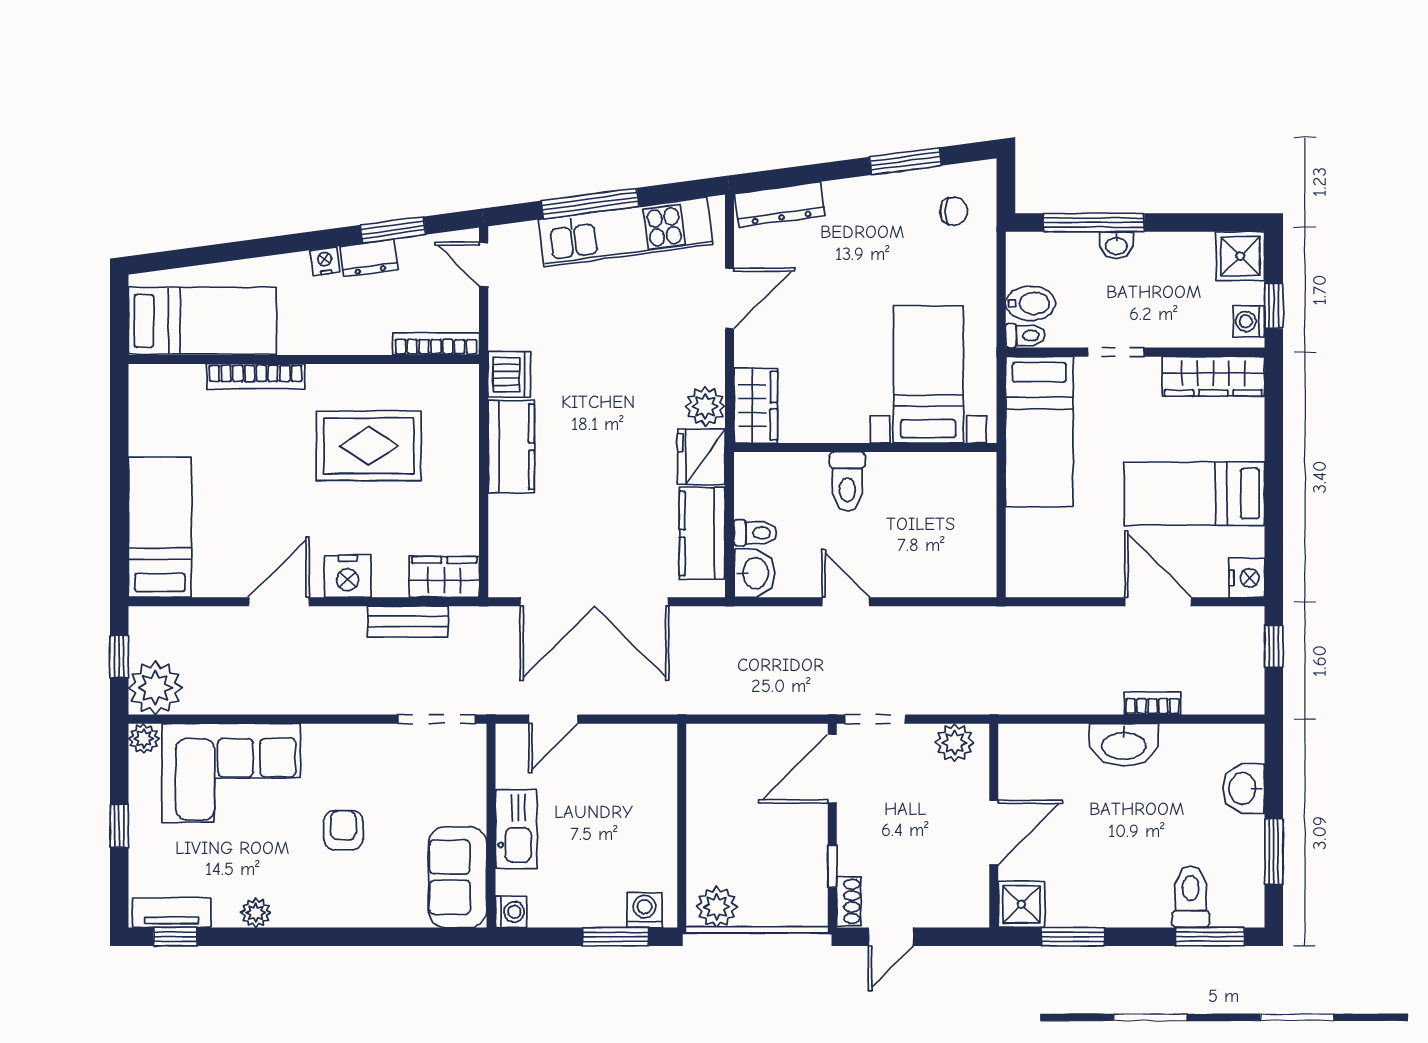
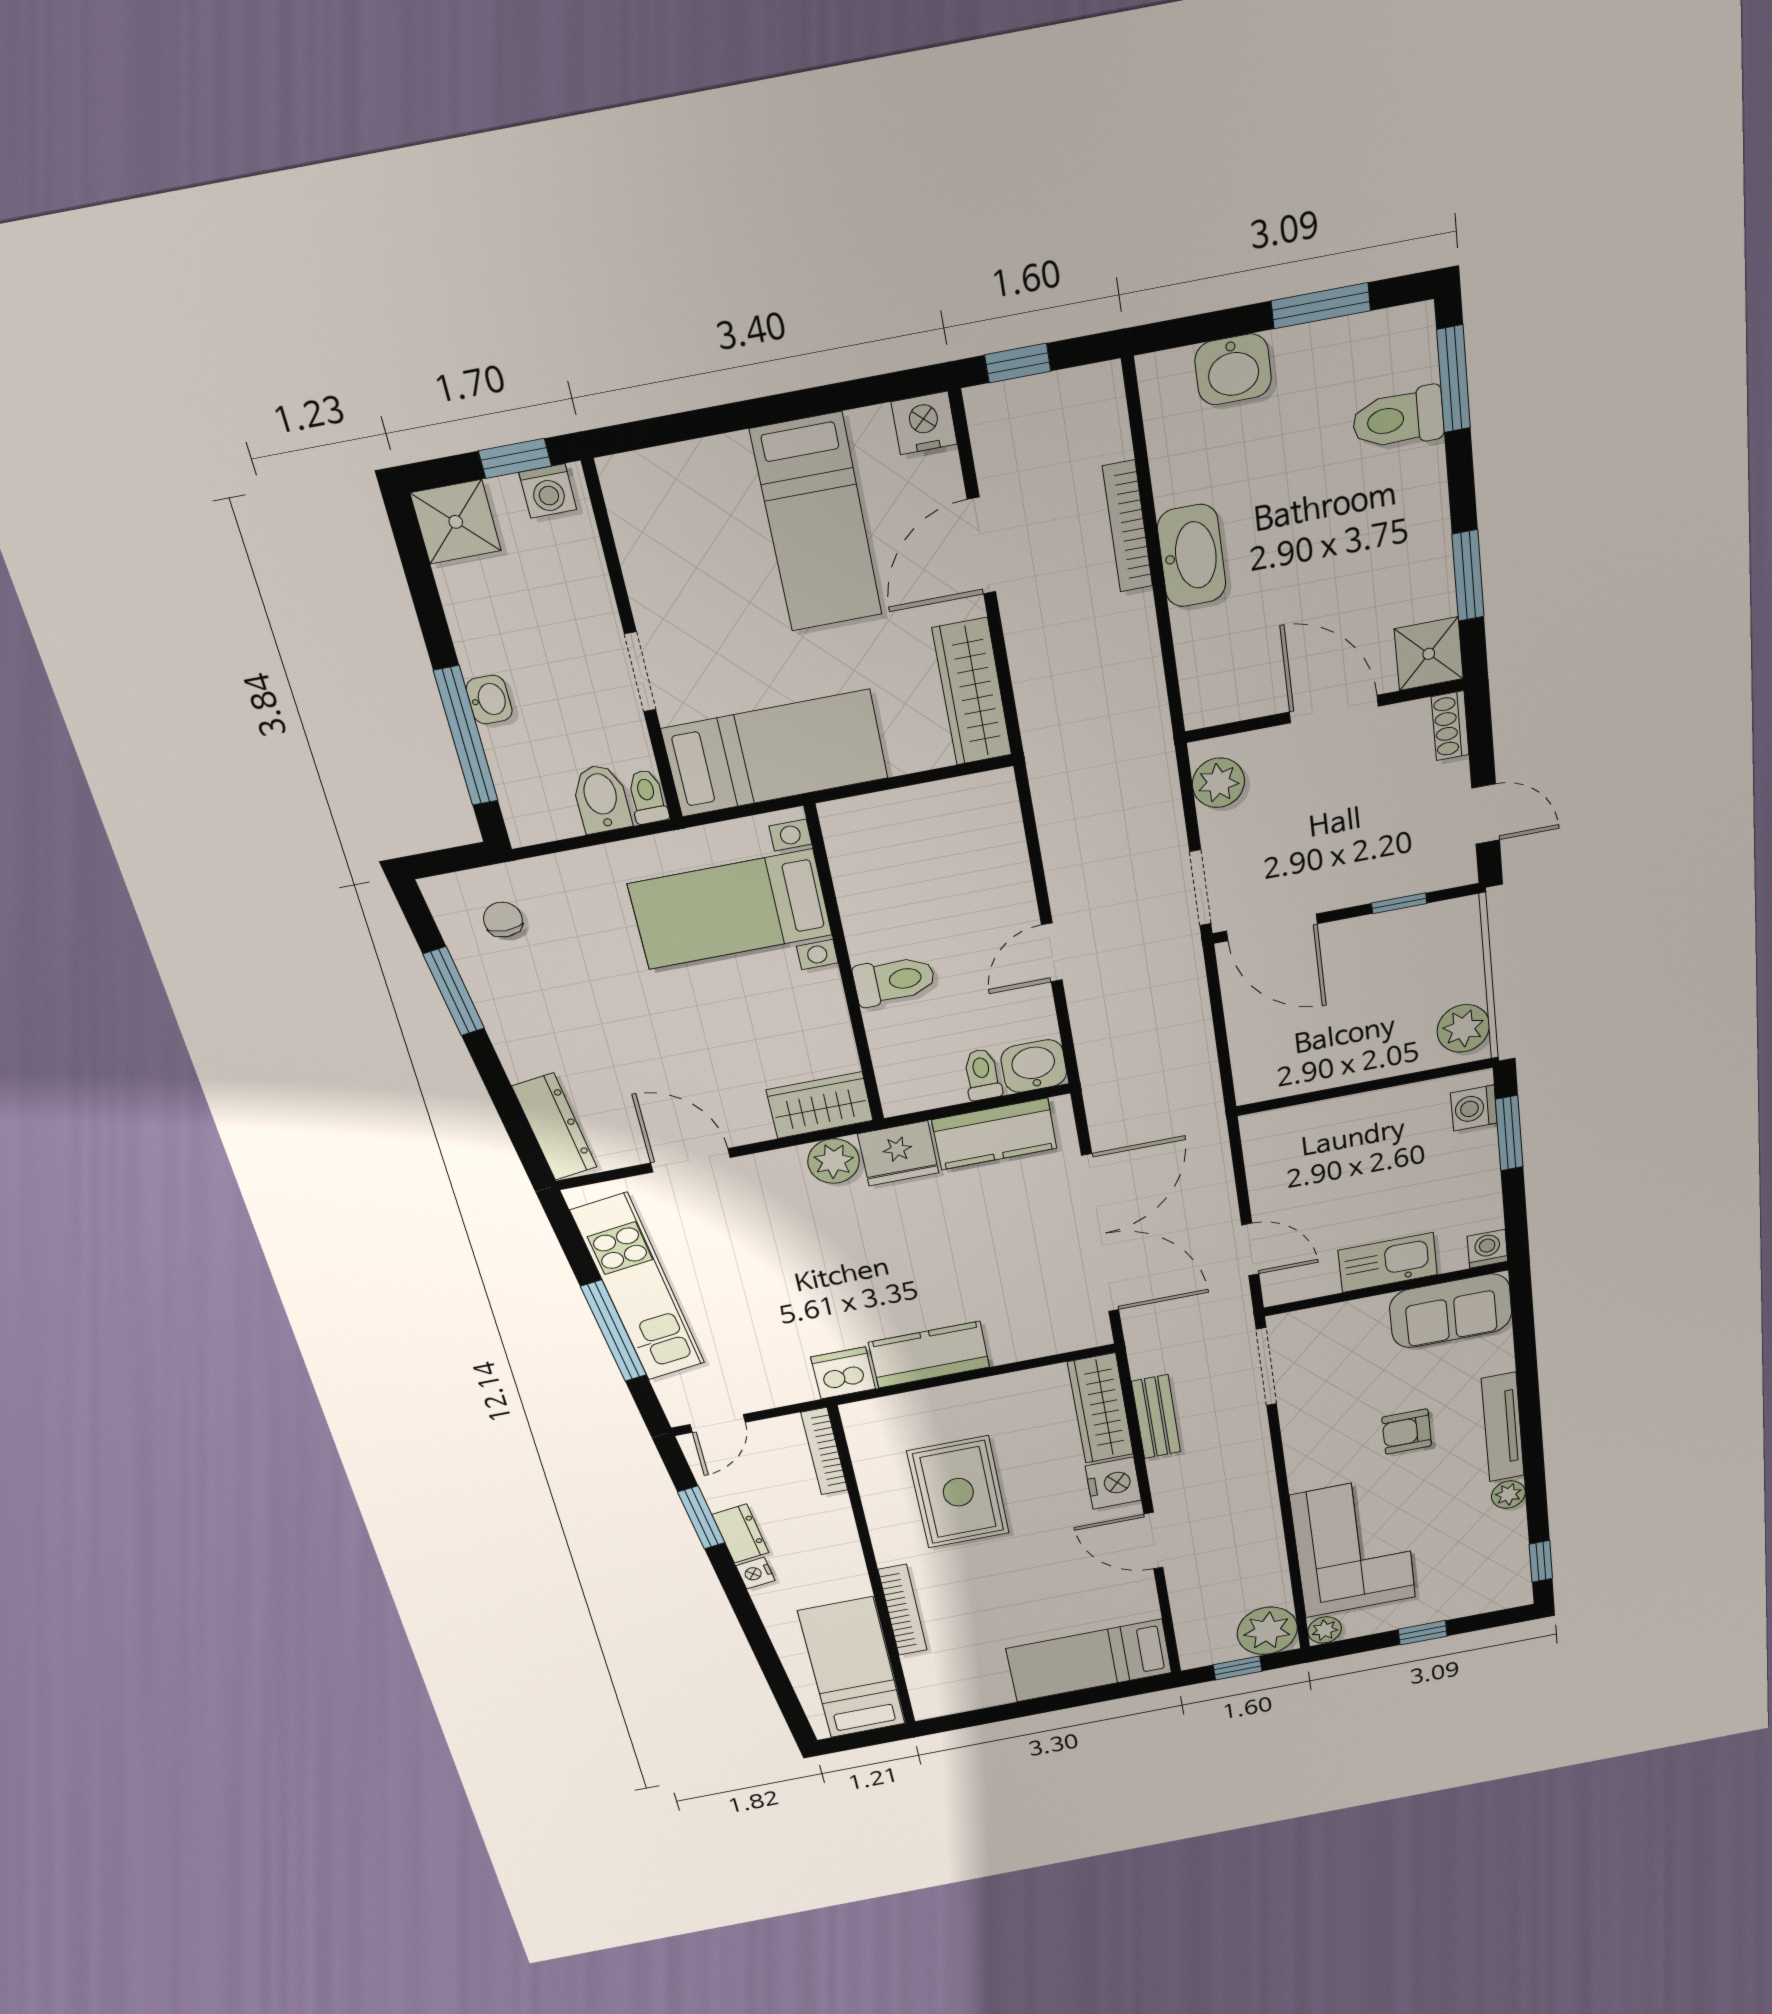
wardrobe: (1213, 376) -> (972, 692), moved, turned 180
wardrobe: (444, 577) -> (1101, 1408), width x1.50
bookcase: (1152, 703) -> (1128, 526), width x1.56
shoe rack: (849, 901) -> (1450, 726), moved, turned -90
tv unit: (172, 913) -> (1503, 1427), moved, width x1.41

